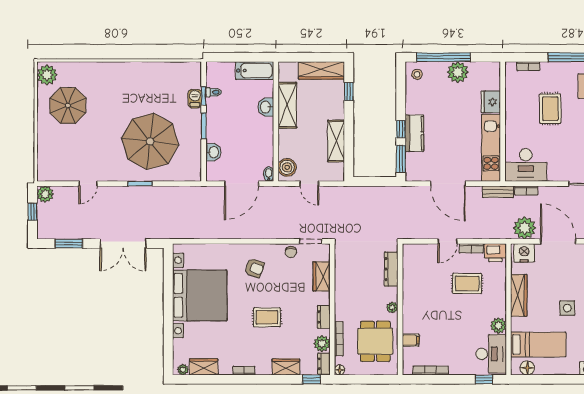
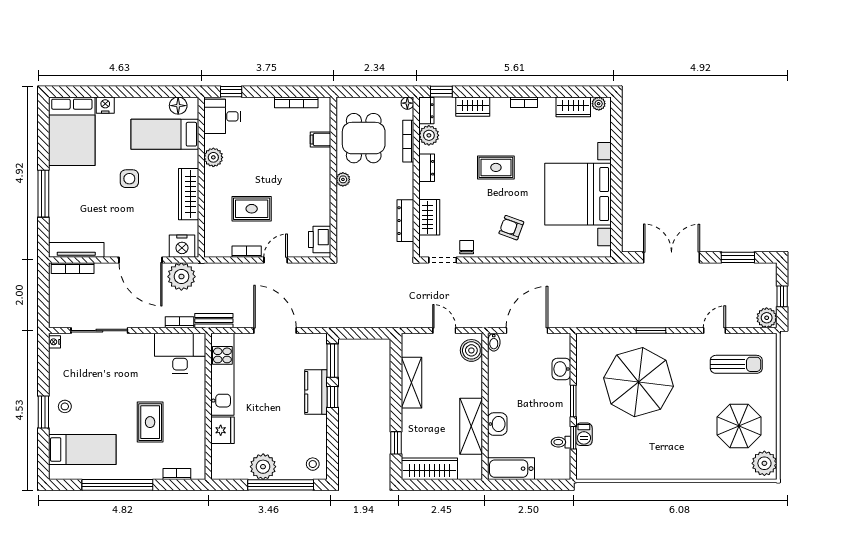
sun lounger: (70, 156) -> (736, 364), added
printer: (495, 253) -> (320, 239), moved, turned -90
dresser: (391, 269) -> (405, 221), moved, turned 180
desk: (491, 354) -> (222, 116), width x0.73

